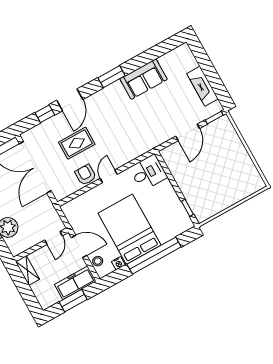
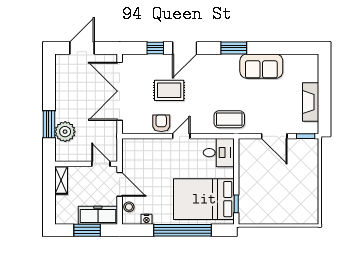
door: (188, 132) -> (274, 136), hinge flipped
coffee table: (141, 139) -> (229, 119), added
bed: (129, 229) -> (204, 199), moved, turned -90
door: (53, 238) -> (101, 164), swing flipped

